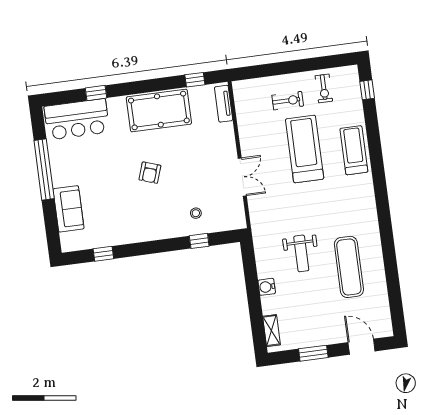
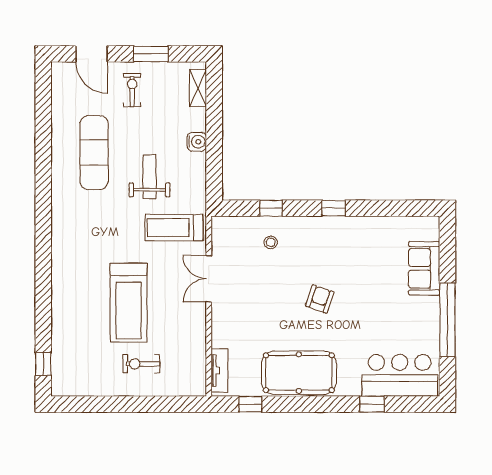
exercise bike: (324, 88) -> (132, 90), moved
treadmill: (354, 150) -> (174, 228), moved, turned 90
window: (103, 254) -> (334, 208), moved

